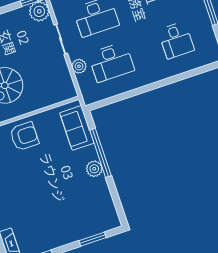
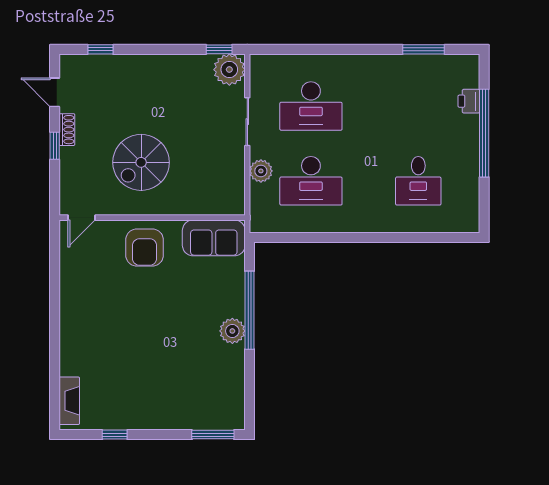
sofa: (77, 128) -> (214, 238), moved, turned -90
armchair: (24, 136) -> (145, 248), turned 90
window: (93, 239) -> (213, 435), moved

